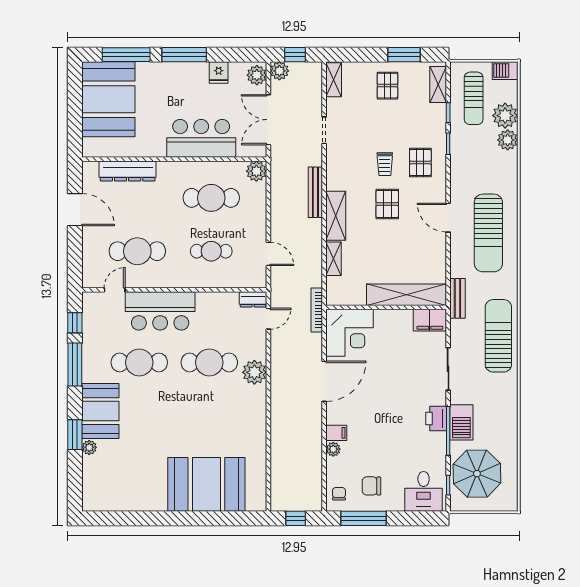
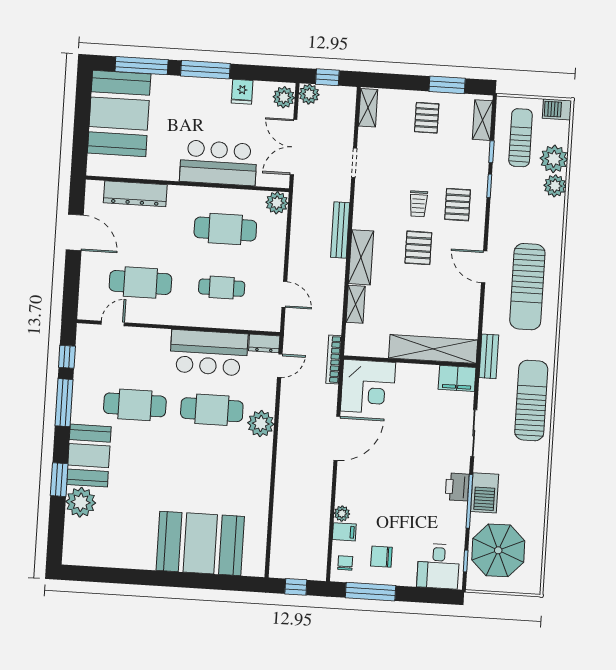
sun lounger: (474, 98) -> (521, 138), turned 180
bar counter: (160, 311) -> (209, 353), moved
filing cabinet: (336, 433) -> (344, 532), moved
plant: (89, 447) -> (81, 502), width x1.87, depth x1.87

